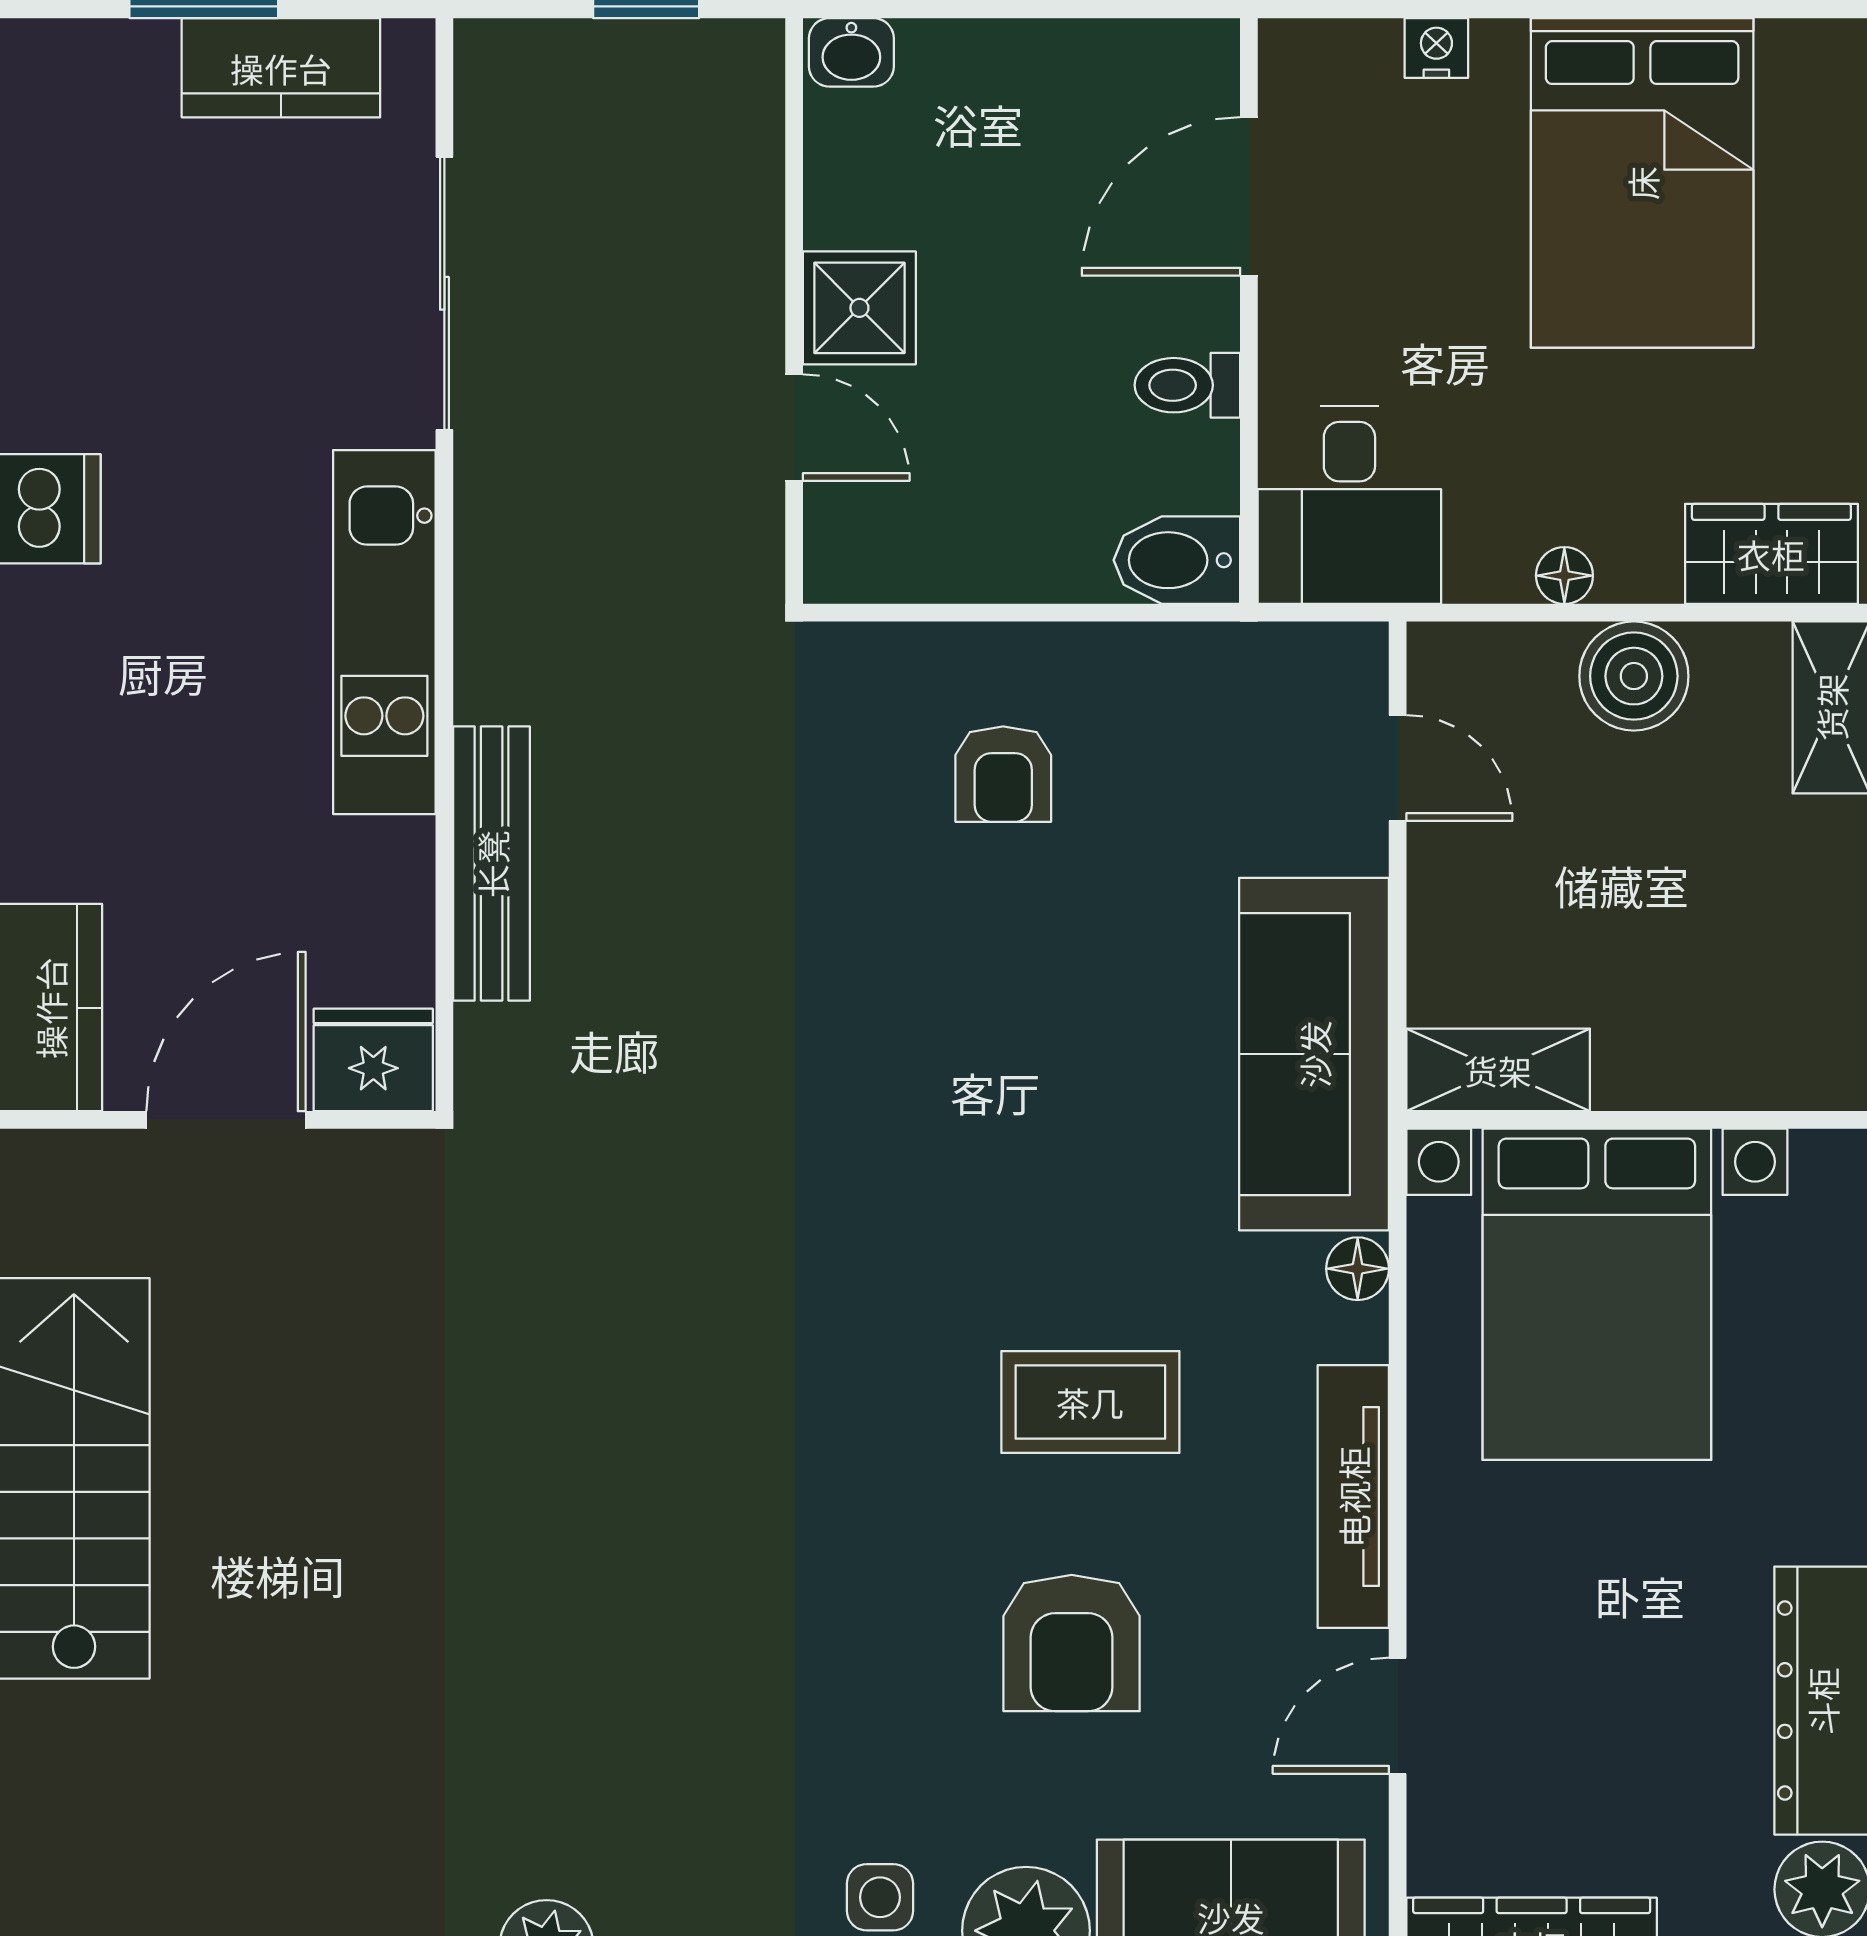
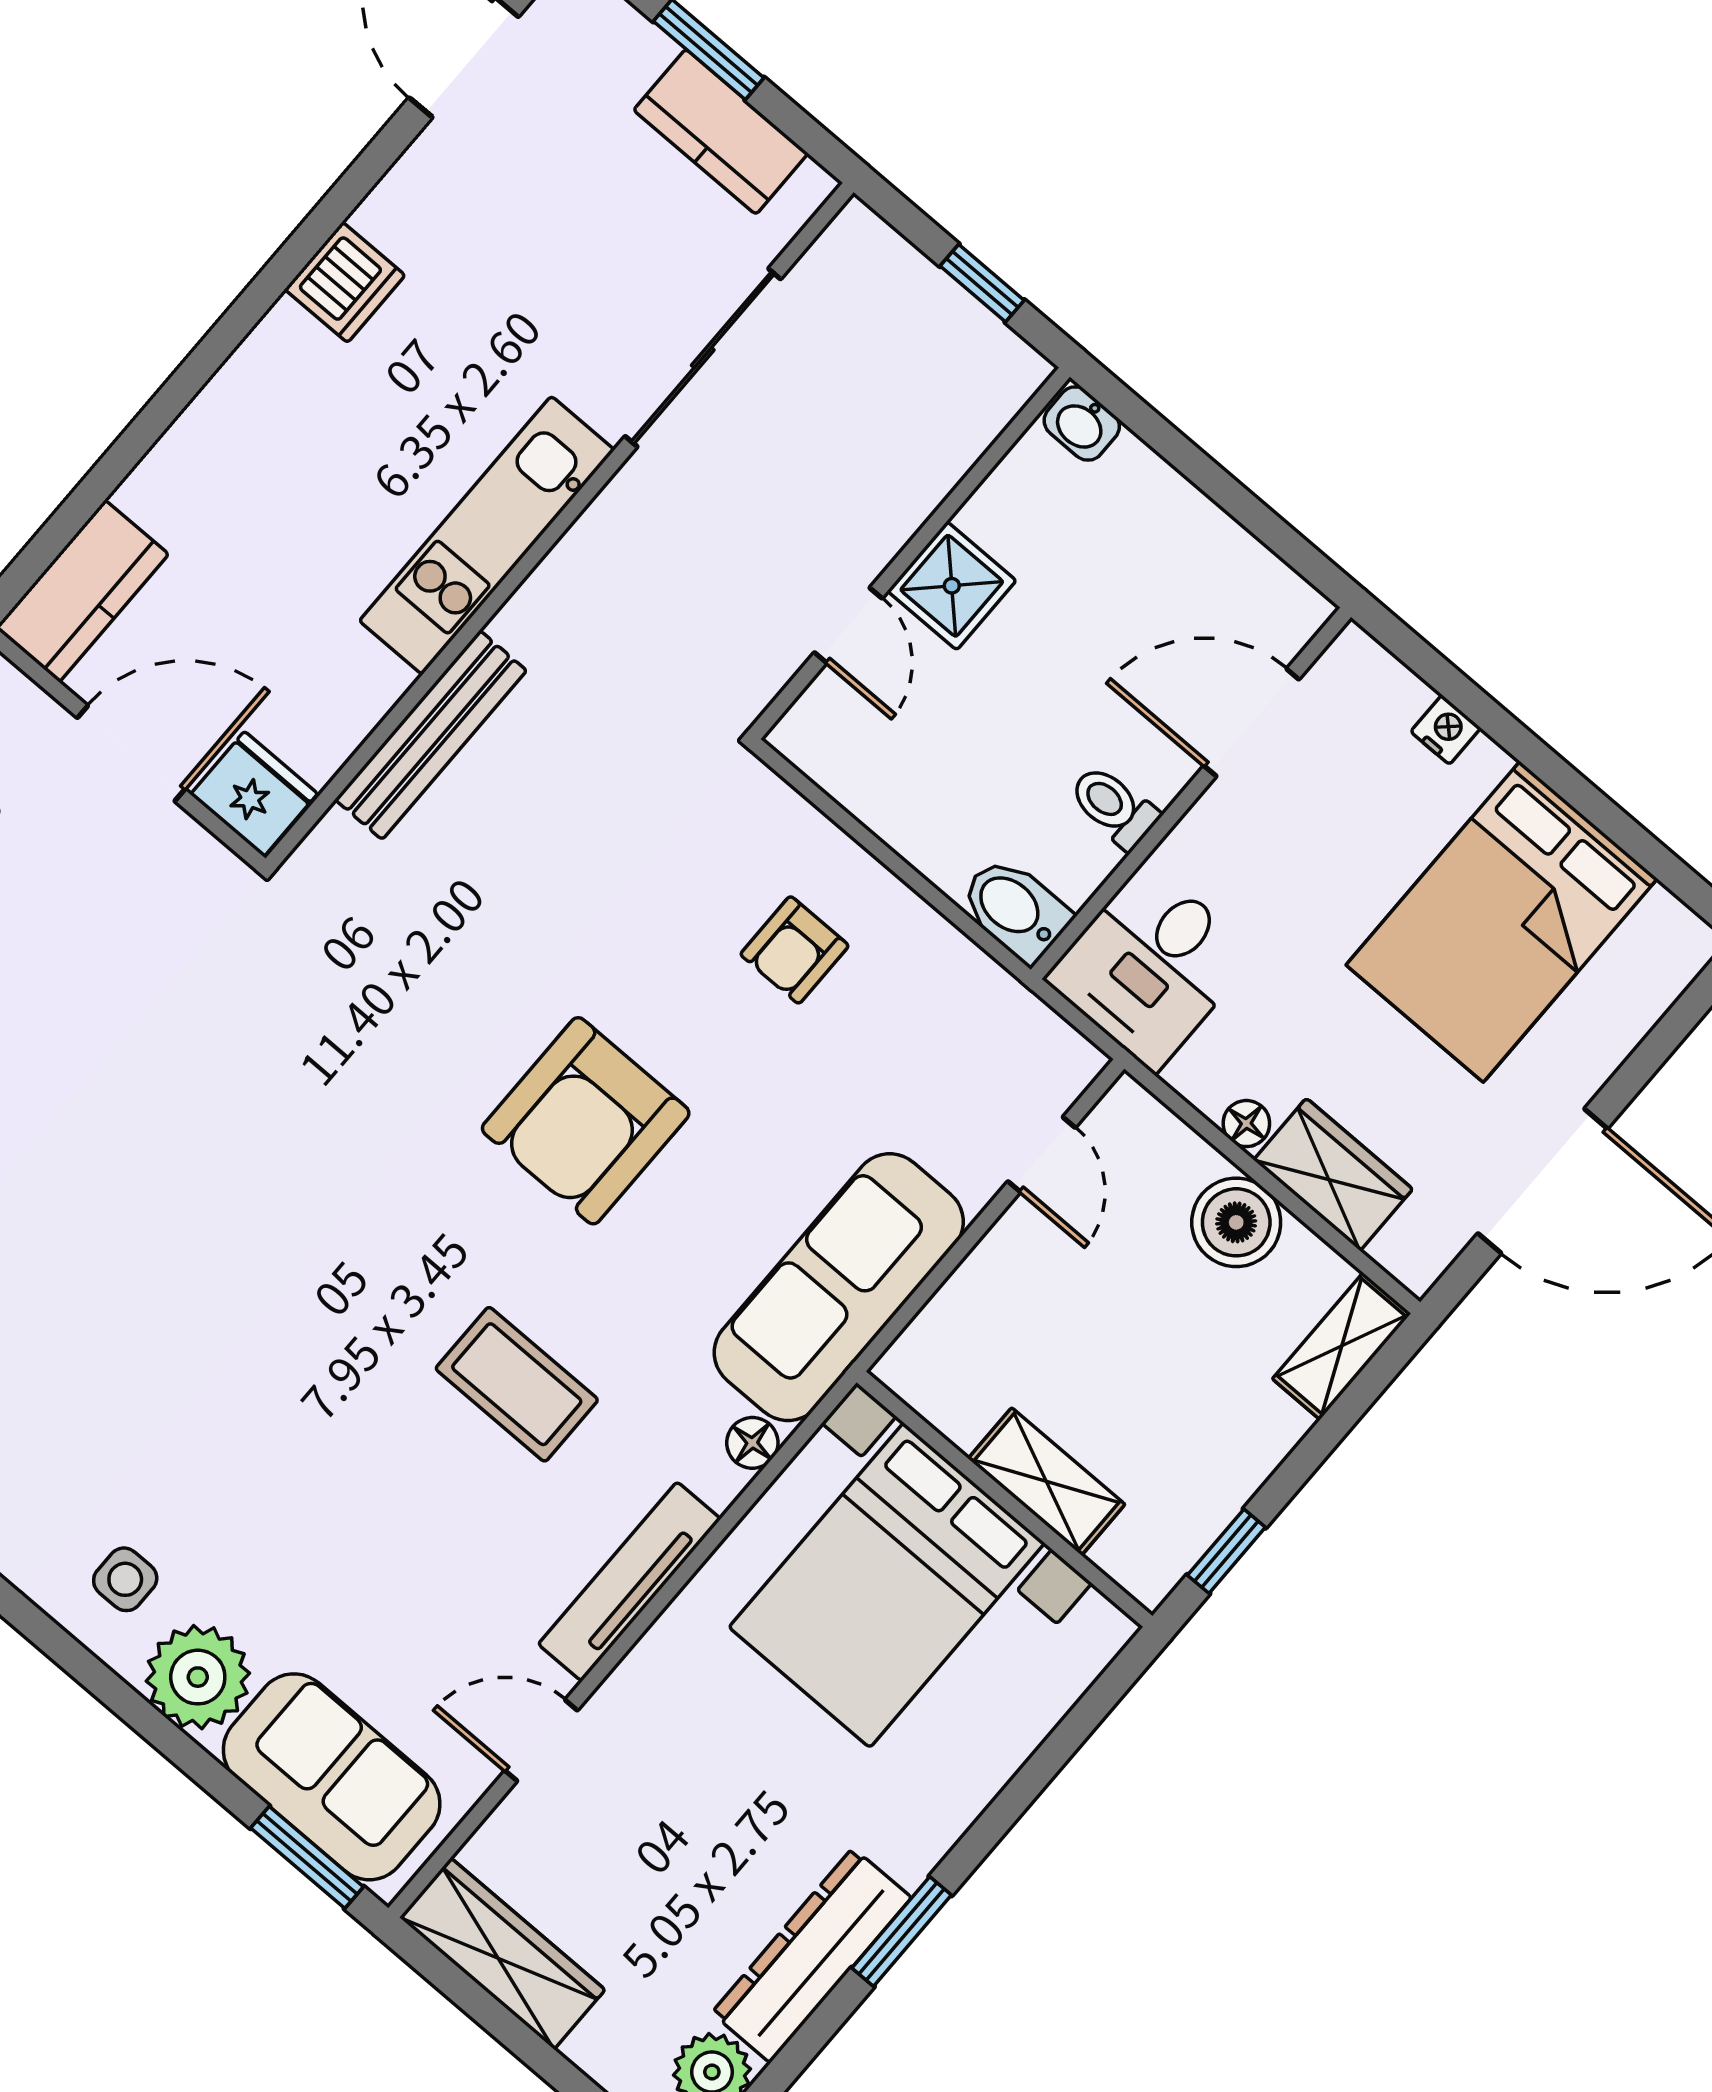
wardrobe: (1771, 554) -> (1333, 1174), moved
shelving: (1498, 1070) -> (1047, 1482), moved
armchair: (1072, 1643) -> (586, 1121), moved, width x1.36, depth x1.36

